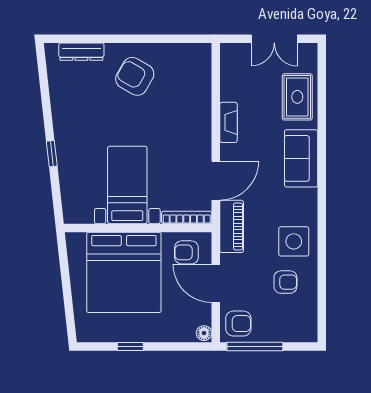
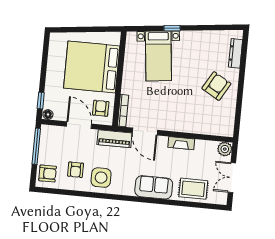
plant: (231, 54) -> (225, 149), added
bed with nightstands: (127, 185) -> (158, 56), moved, turned 84
door: (216, 283) -> (79, 125), hinge flipped
armchair: (238, 324) -> (48, 174), moved, turned -90
window: (130, 346) -> (41, 101), moved

